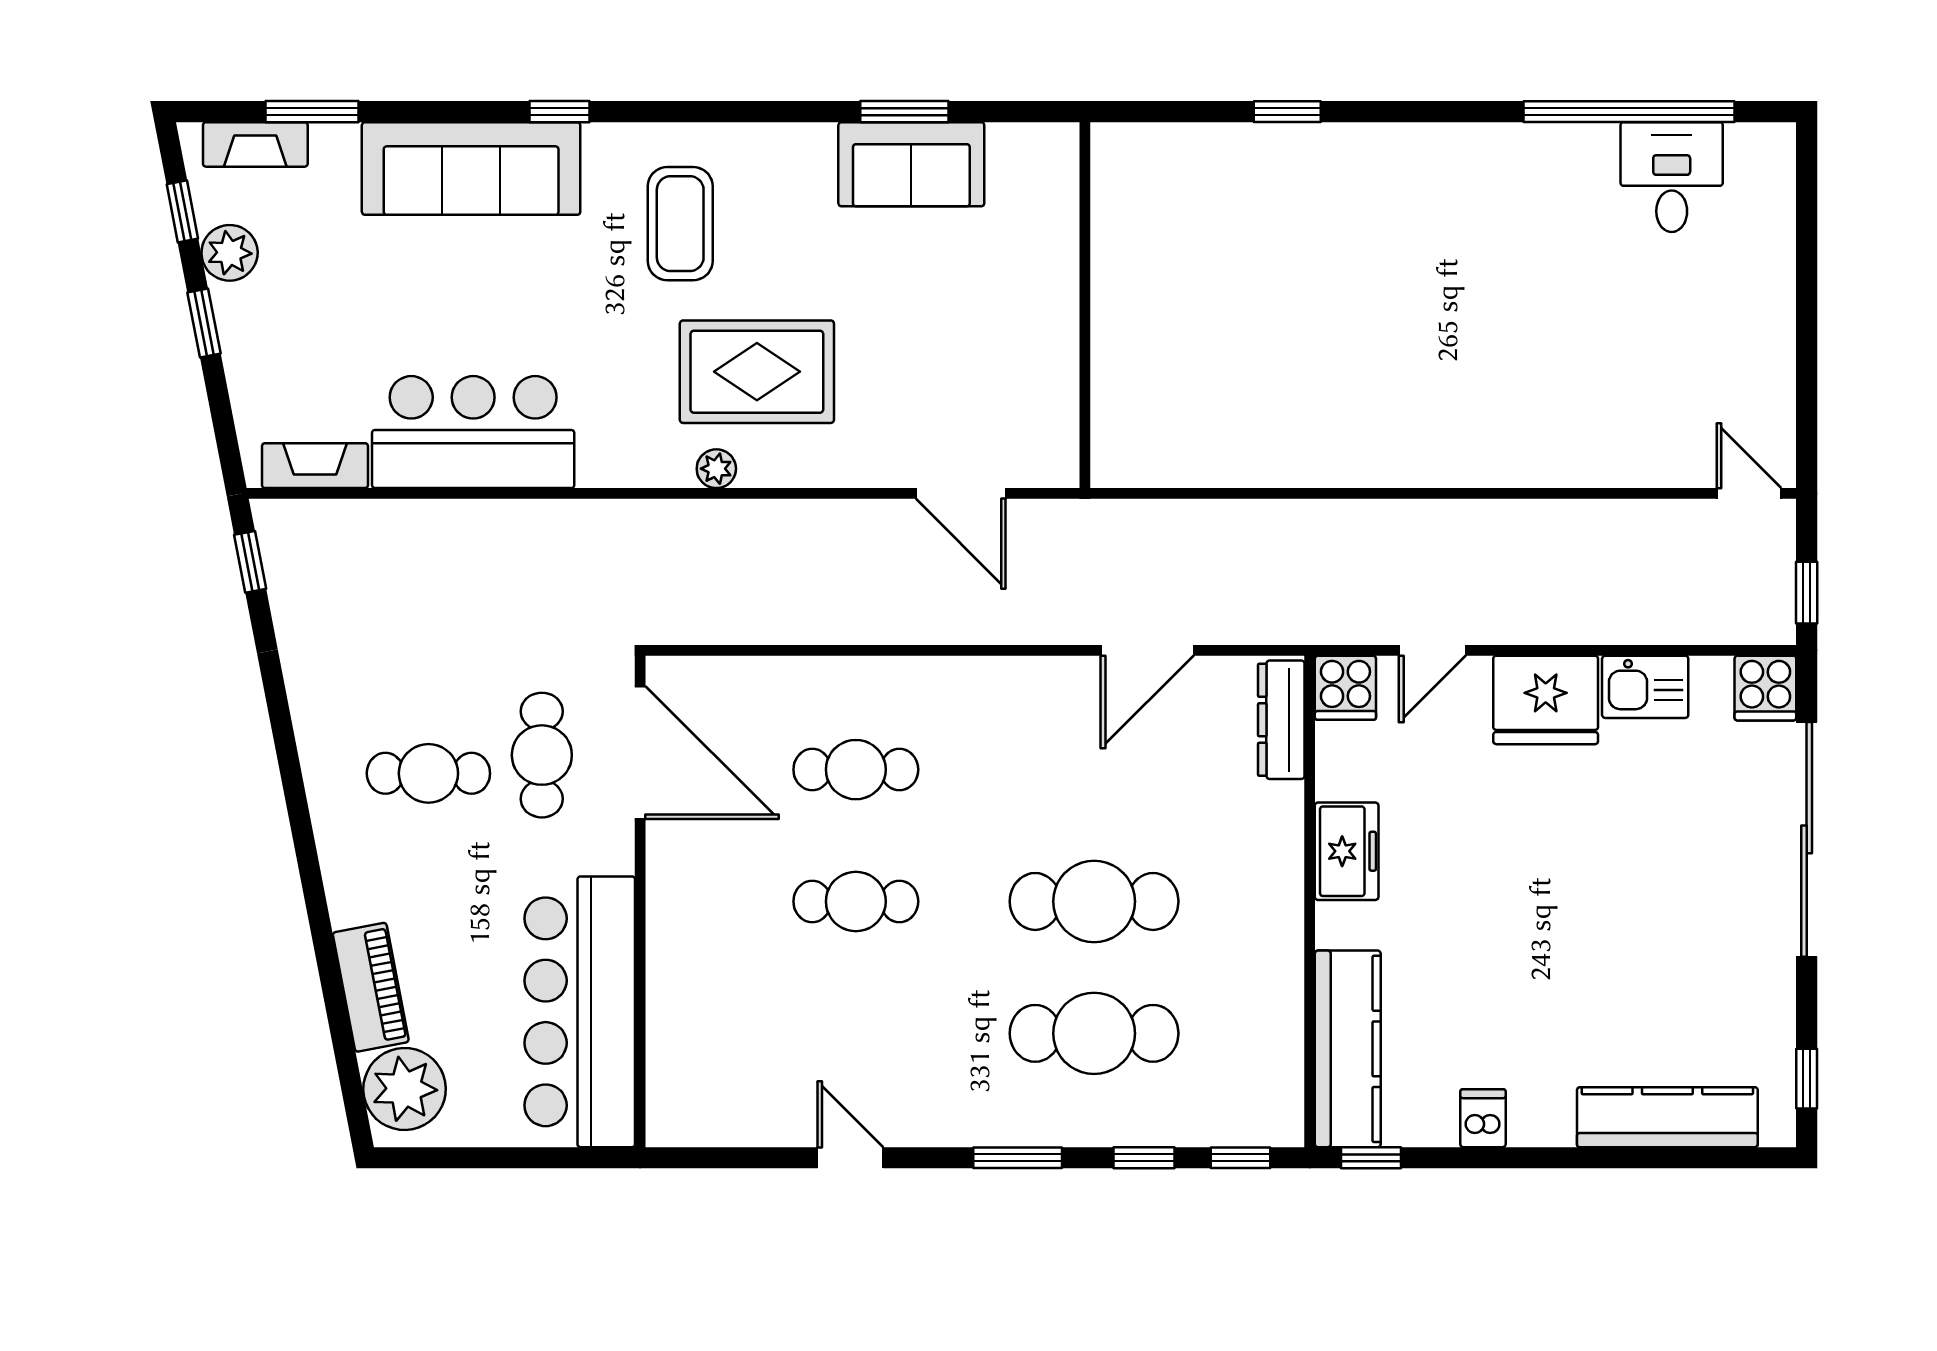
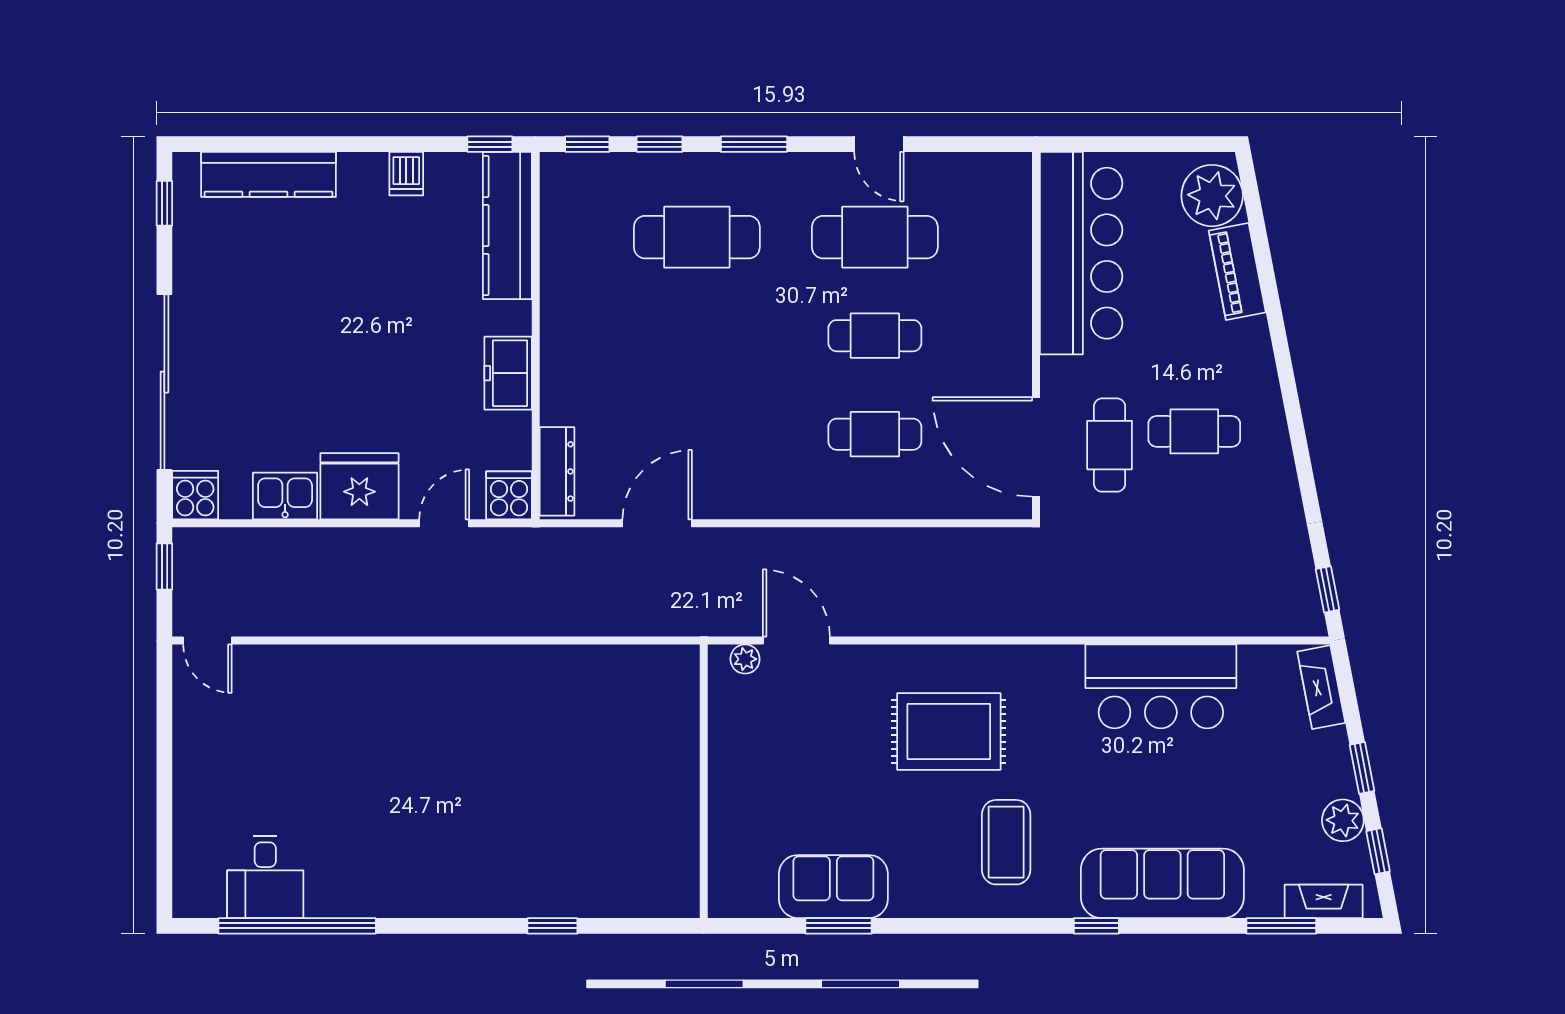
fireplace: (315, 466) -> (1321, 687), moved, turned 79
plant: (716, 469) -> (745, 659), moved
cafe table: (1094, 901) -> (875, 237), moved

